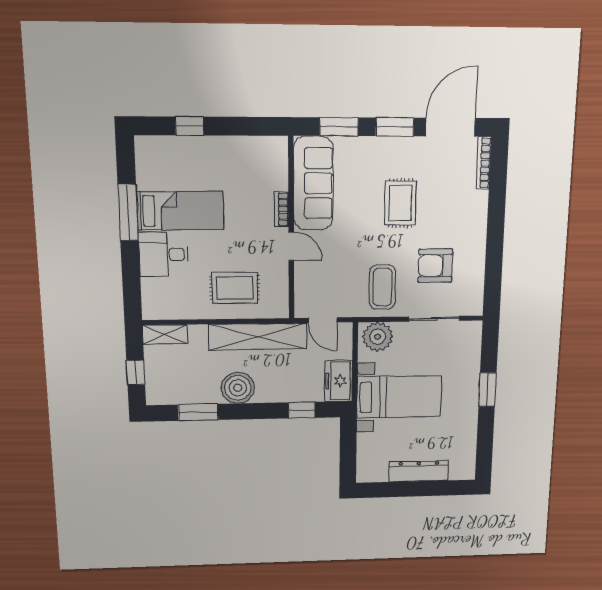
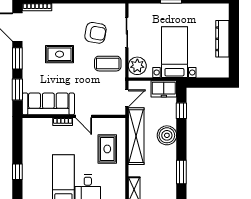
door: (291, 246) -> (84, 116), swing flipped
armchair: (435, 266) -> (95, 33), turned -80
boiler: (238, 388) -> (167, 135), moved

